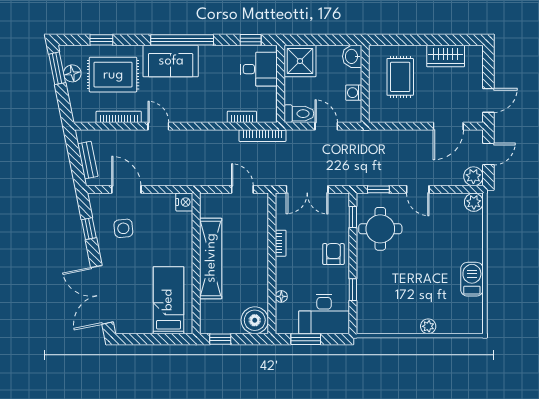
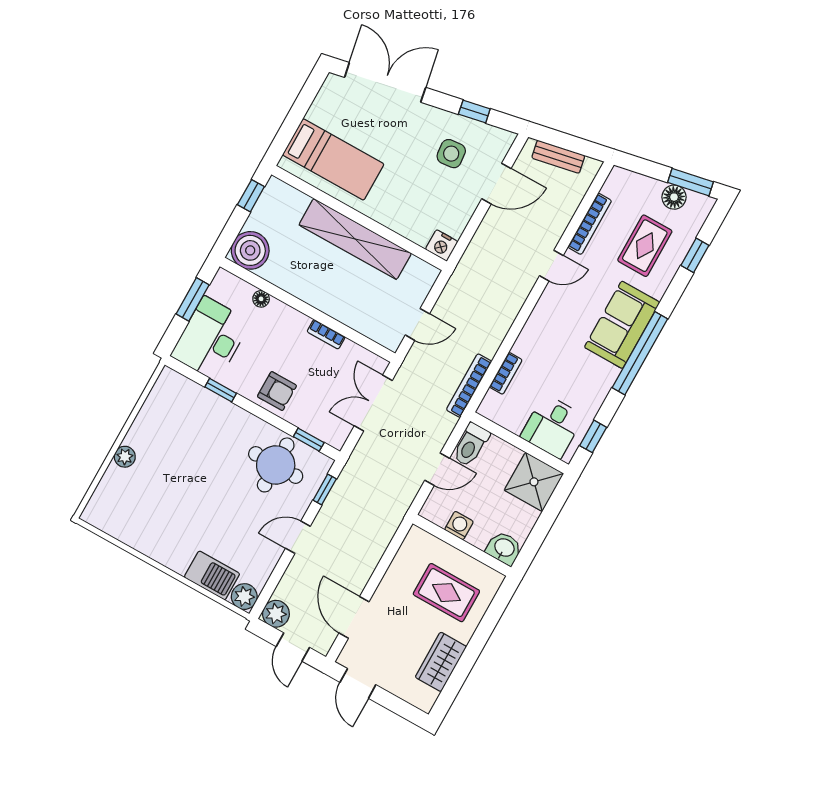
rug: (113, 75) -> (645, 246), width x0.73, depth x0.70
barbecue: (472, 279) -> (212, 575), moved

